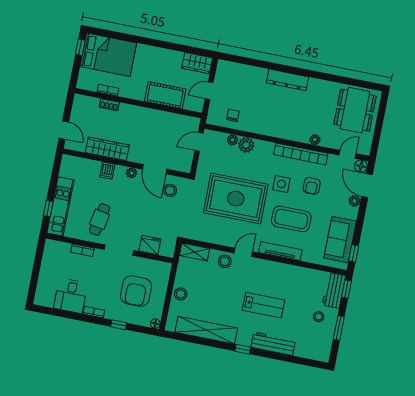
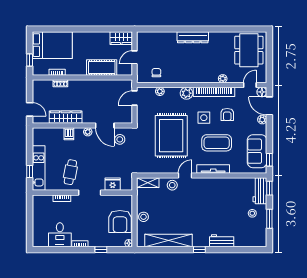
window: (80, 47) -> (30, 60), moved
plant: (246, 145) -> (187, 93), moved
rug: (236, 199) -> (171, 136), turned 90
armchair: (136, 291) -> (120, 221), moved
lab bench: (263, 305) -> (208, 213), removed
workbench: (273, 344) -> (222, 241), width x0.73

